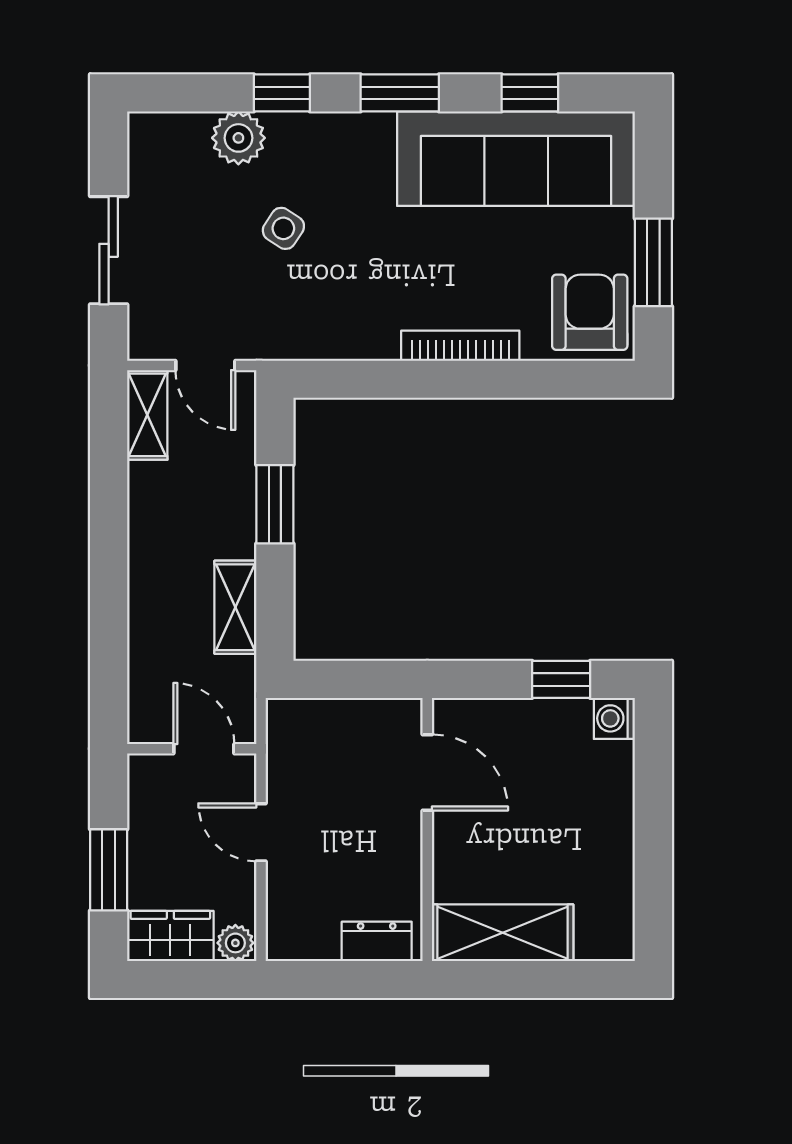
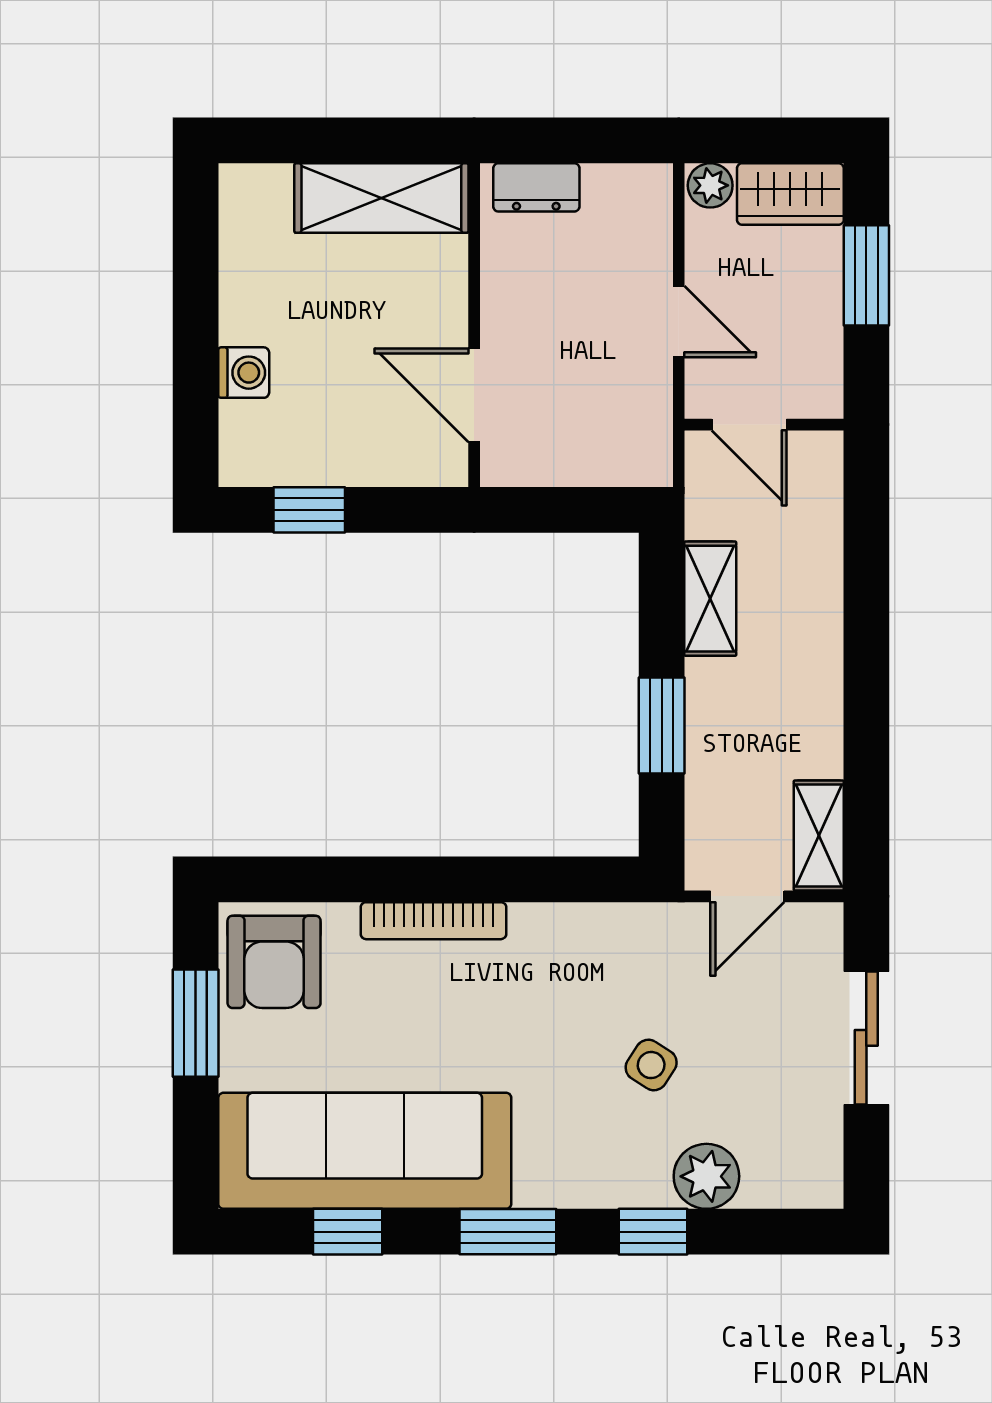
door: (205, 365) -> (747, 896), swing flipped
washing machine: (614, 718) -> (244, 373), moved

